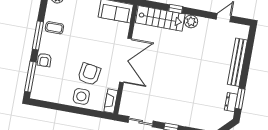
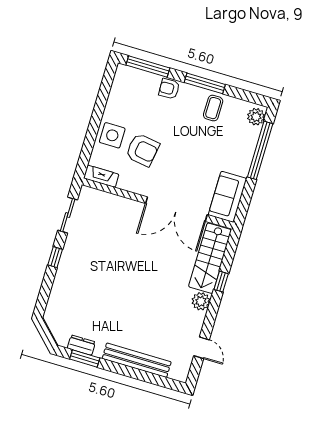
double door: (126, 60) -> (176, 209), moved

